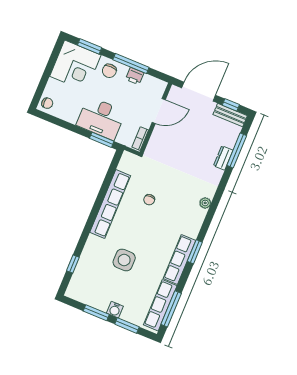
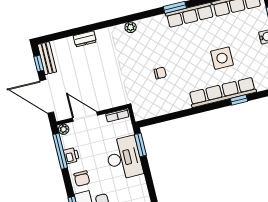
window: (131, 64) -> (60, 151), moved
chair: (109, 71) -> (82, 179), turned 90
plant: (161, 86) -> (64, 129), added
window: (237, 151) -> (71, 33), removed
row of seats: (110, 204) -> (222, 92), moved
window: (73, 264) -> (239, 100), moved

